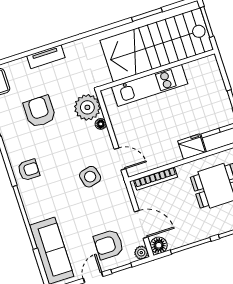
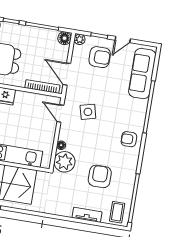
tv unit: (46, 57) -> (87, 215), moved
armchair: (40, 112) -> (100, 176), turned 180
door: (141, 224) -> (67, 74), moved

